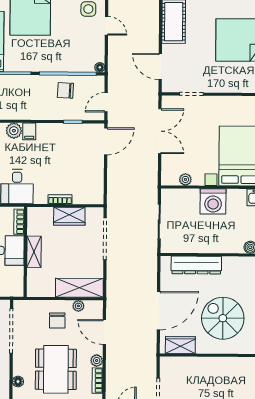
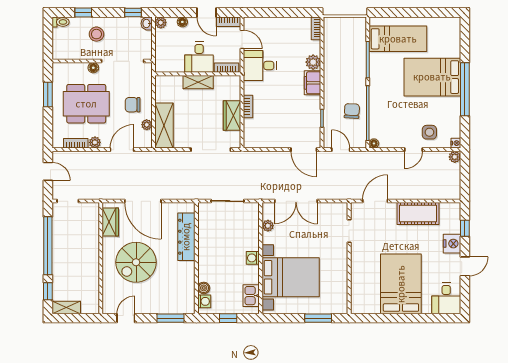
filing cabinet: (29, 131) -> (313, 83), width x2.00
double door: (160, 131) -> (296, 201), moved
washing machine: (213, 201) -> (253, 258), width x0.53, depth x0.53
spiral stairs: (223, 318) -> (136, 262), turned 180
floor lamp: (18, 382) -> (93, 68), moved

